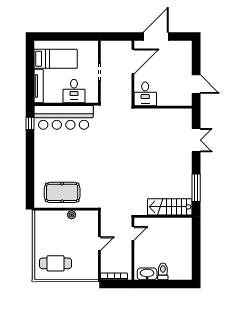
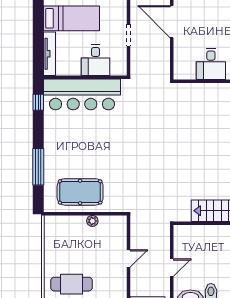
door: (133, 61) -> (172, 22), swing flipped
desk: (145, 94) -> (211, 64), moved
window: (30, 173) -> (38, 167), added
door: (133, 233) -> (172, 268), moved

